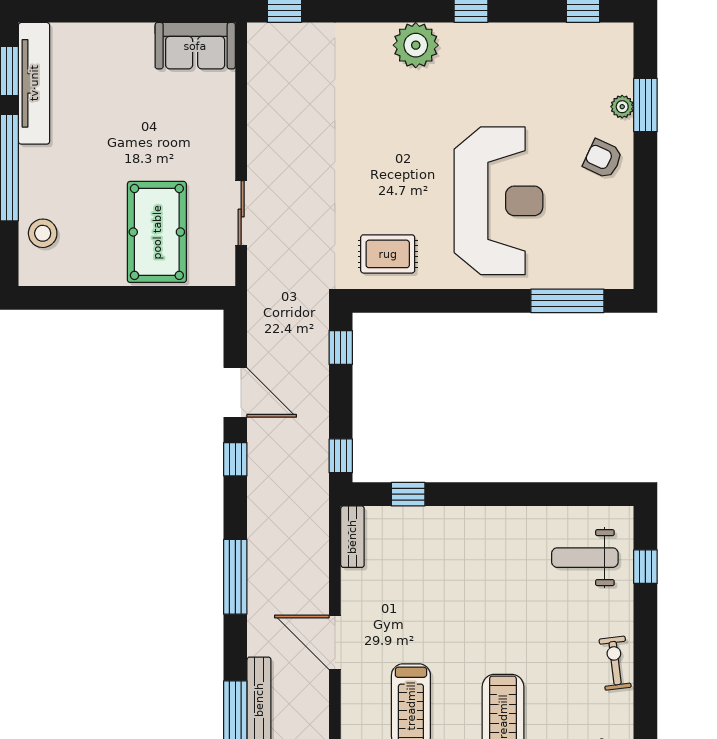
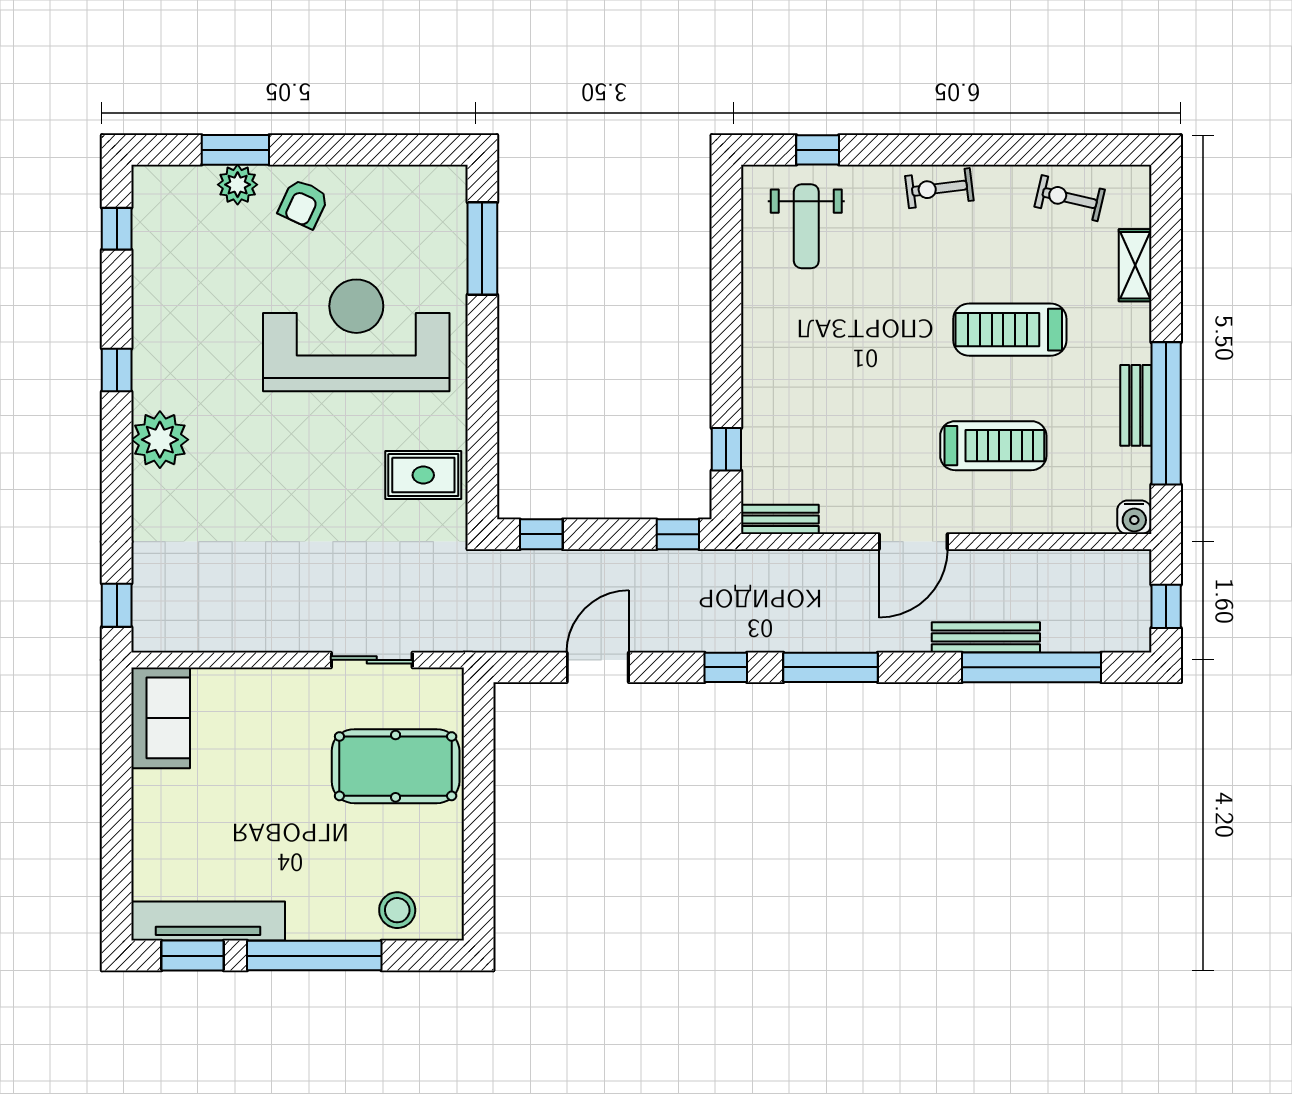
plant: (622, 107) -> (238, 185), width x1.38, depth x1.38
rug: (388, 254) -> (423, 475), turned 90
window: (235, 459) -> (726, 667), moved

